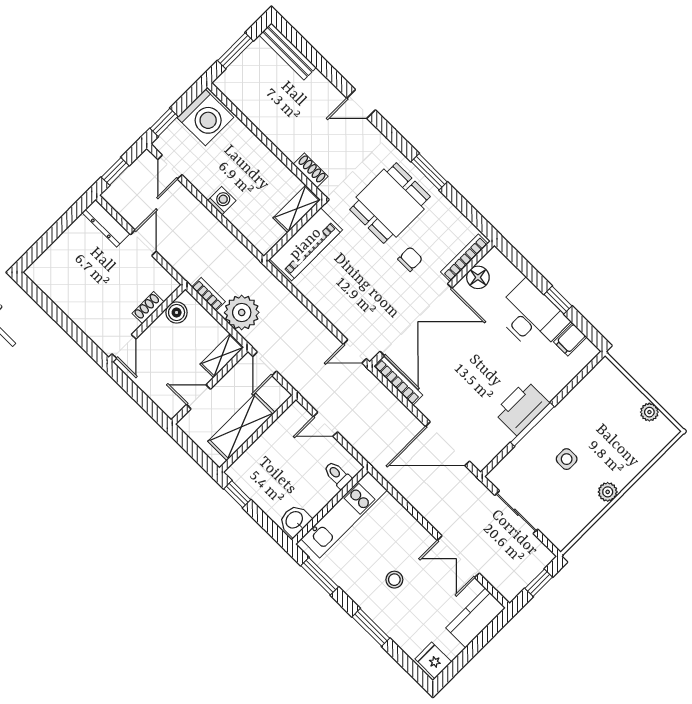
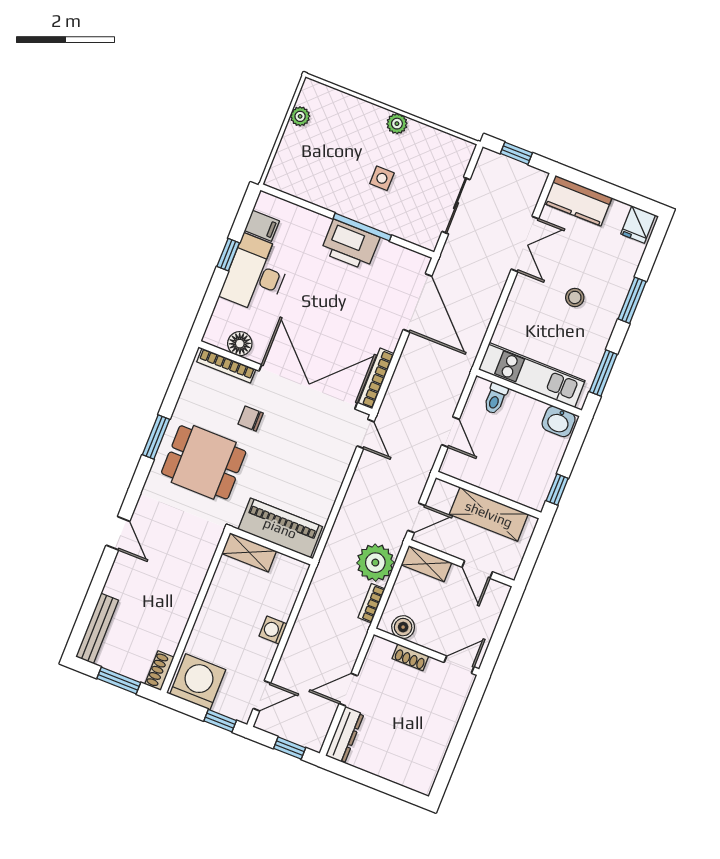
shoe rack: (311, 170) -> (159, 671), moved

